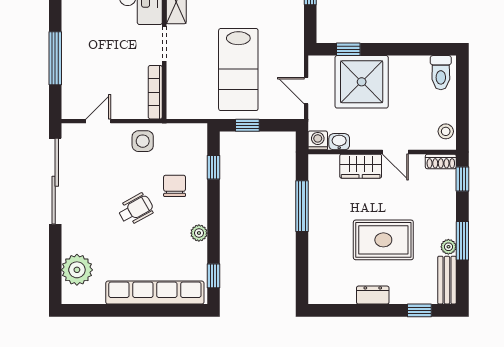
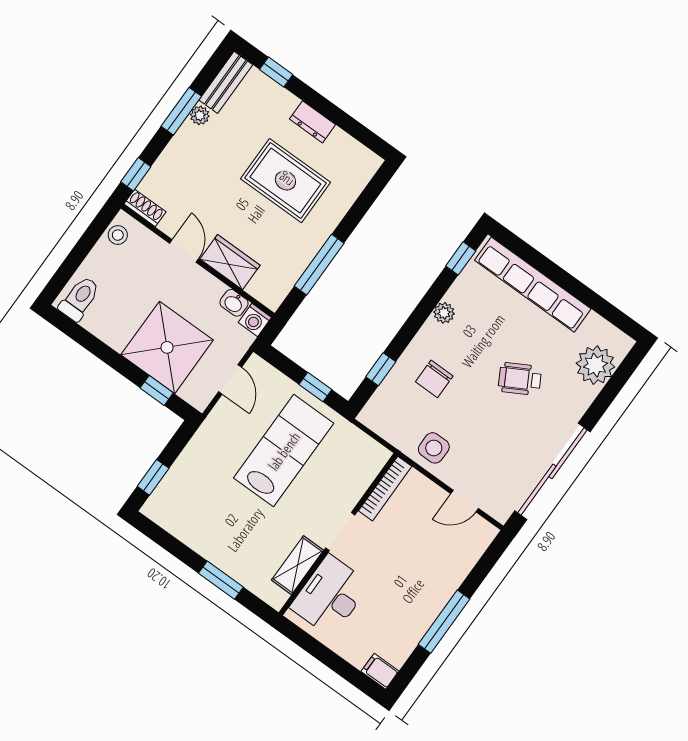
window: (55, 58) -> (444, 622), moved
wheelchair: (136, 209) -> (520, 379), moved
rug: (383, 240) -> (285, 181), moved

